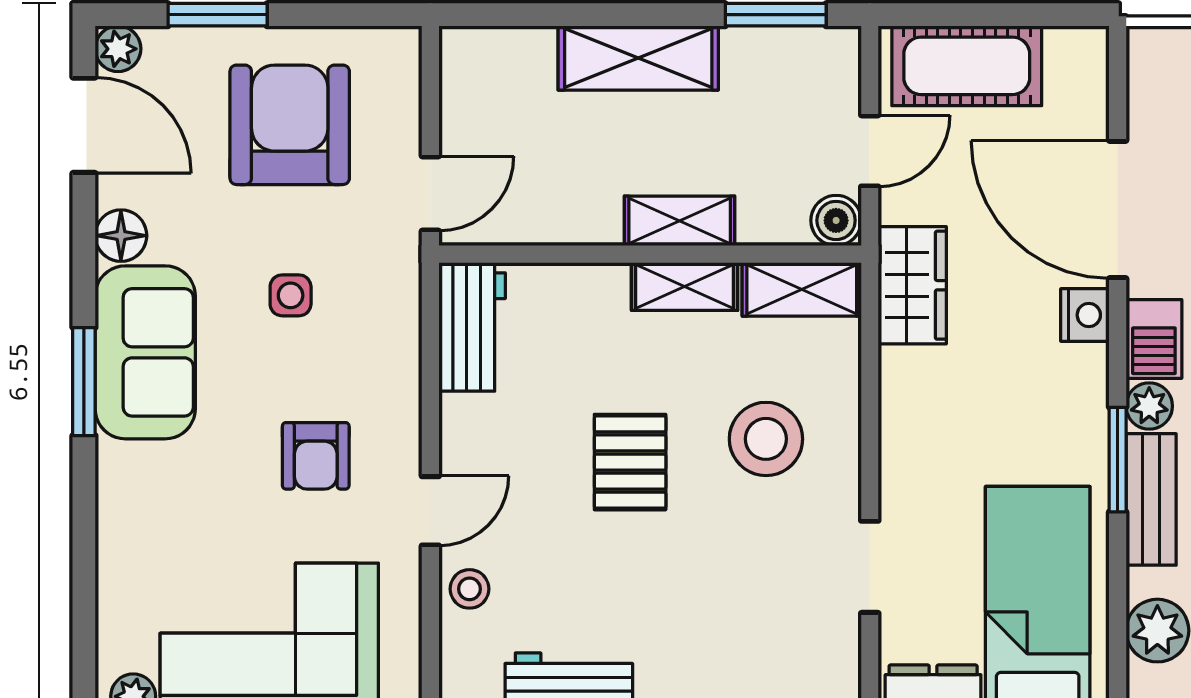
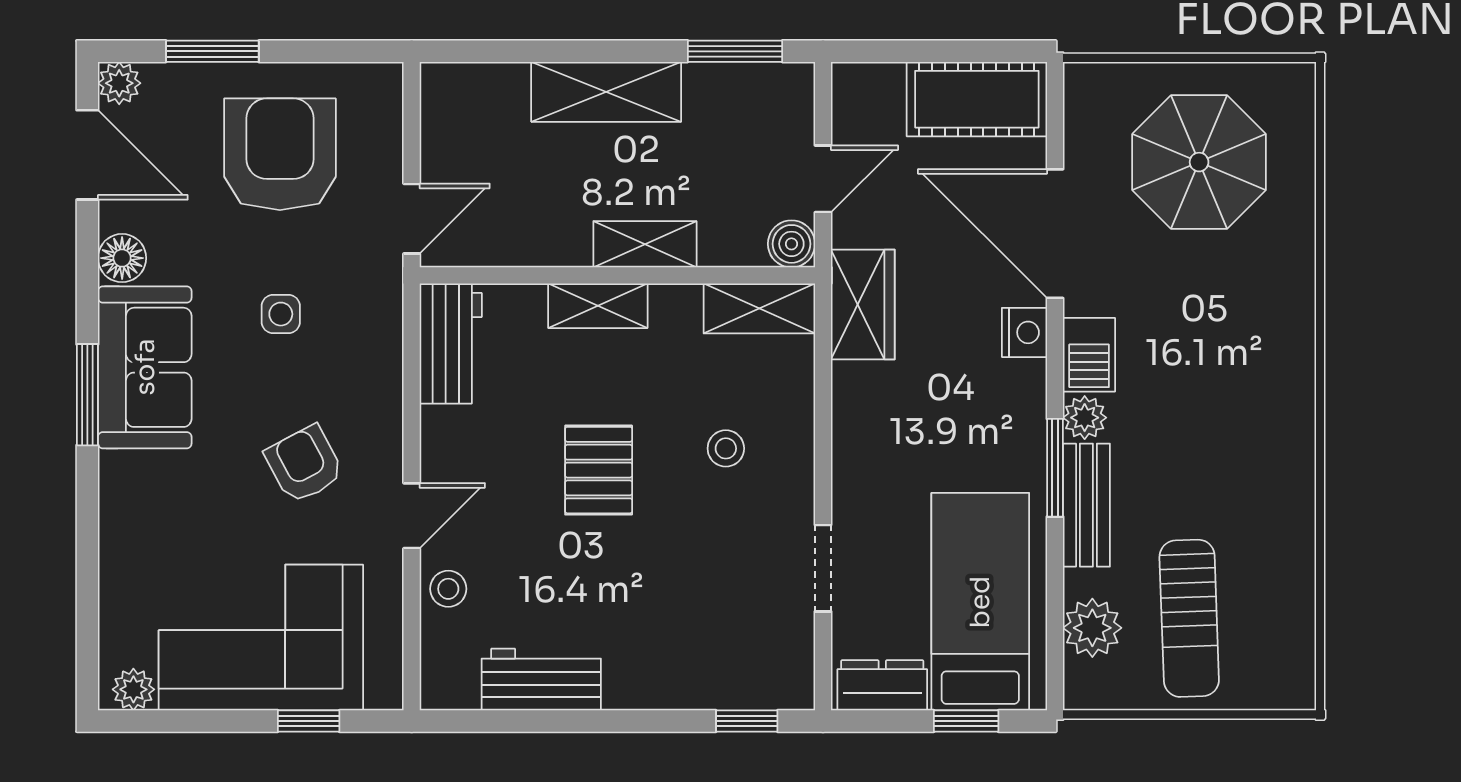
cot: (967, 66) -> (977, 99), moved
shelving: (685, 286) -> (598, 306), moved
stool: (766, 439) -> (726, 448), width x0.53, depth x0.53
armchair: (316, 456) -> (304, 464), turned 152

